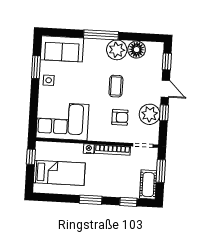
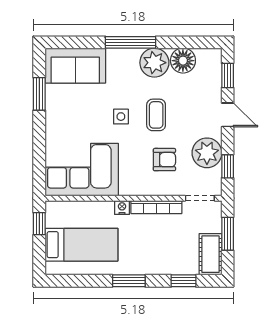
side table: (49, 80) -> (121, 117), moved
window: (164, 113) -> (228, 166), moved

